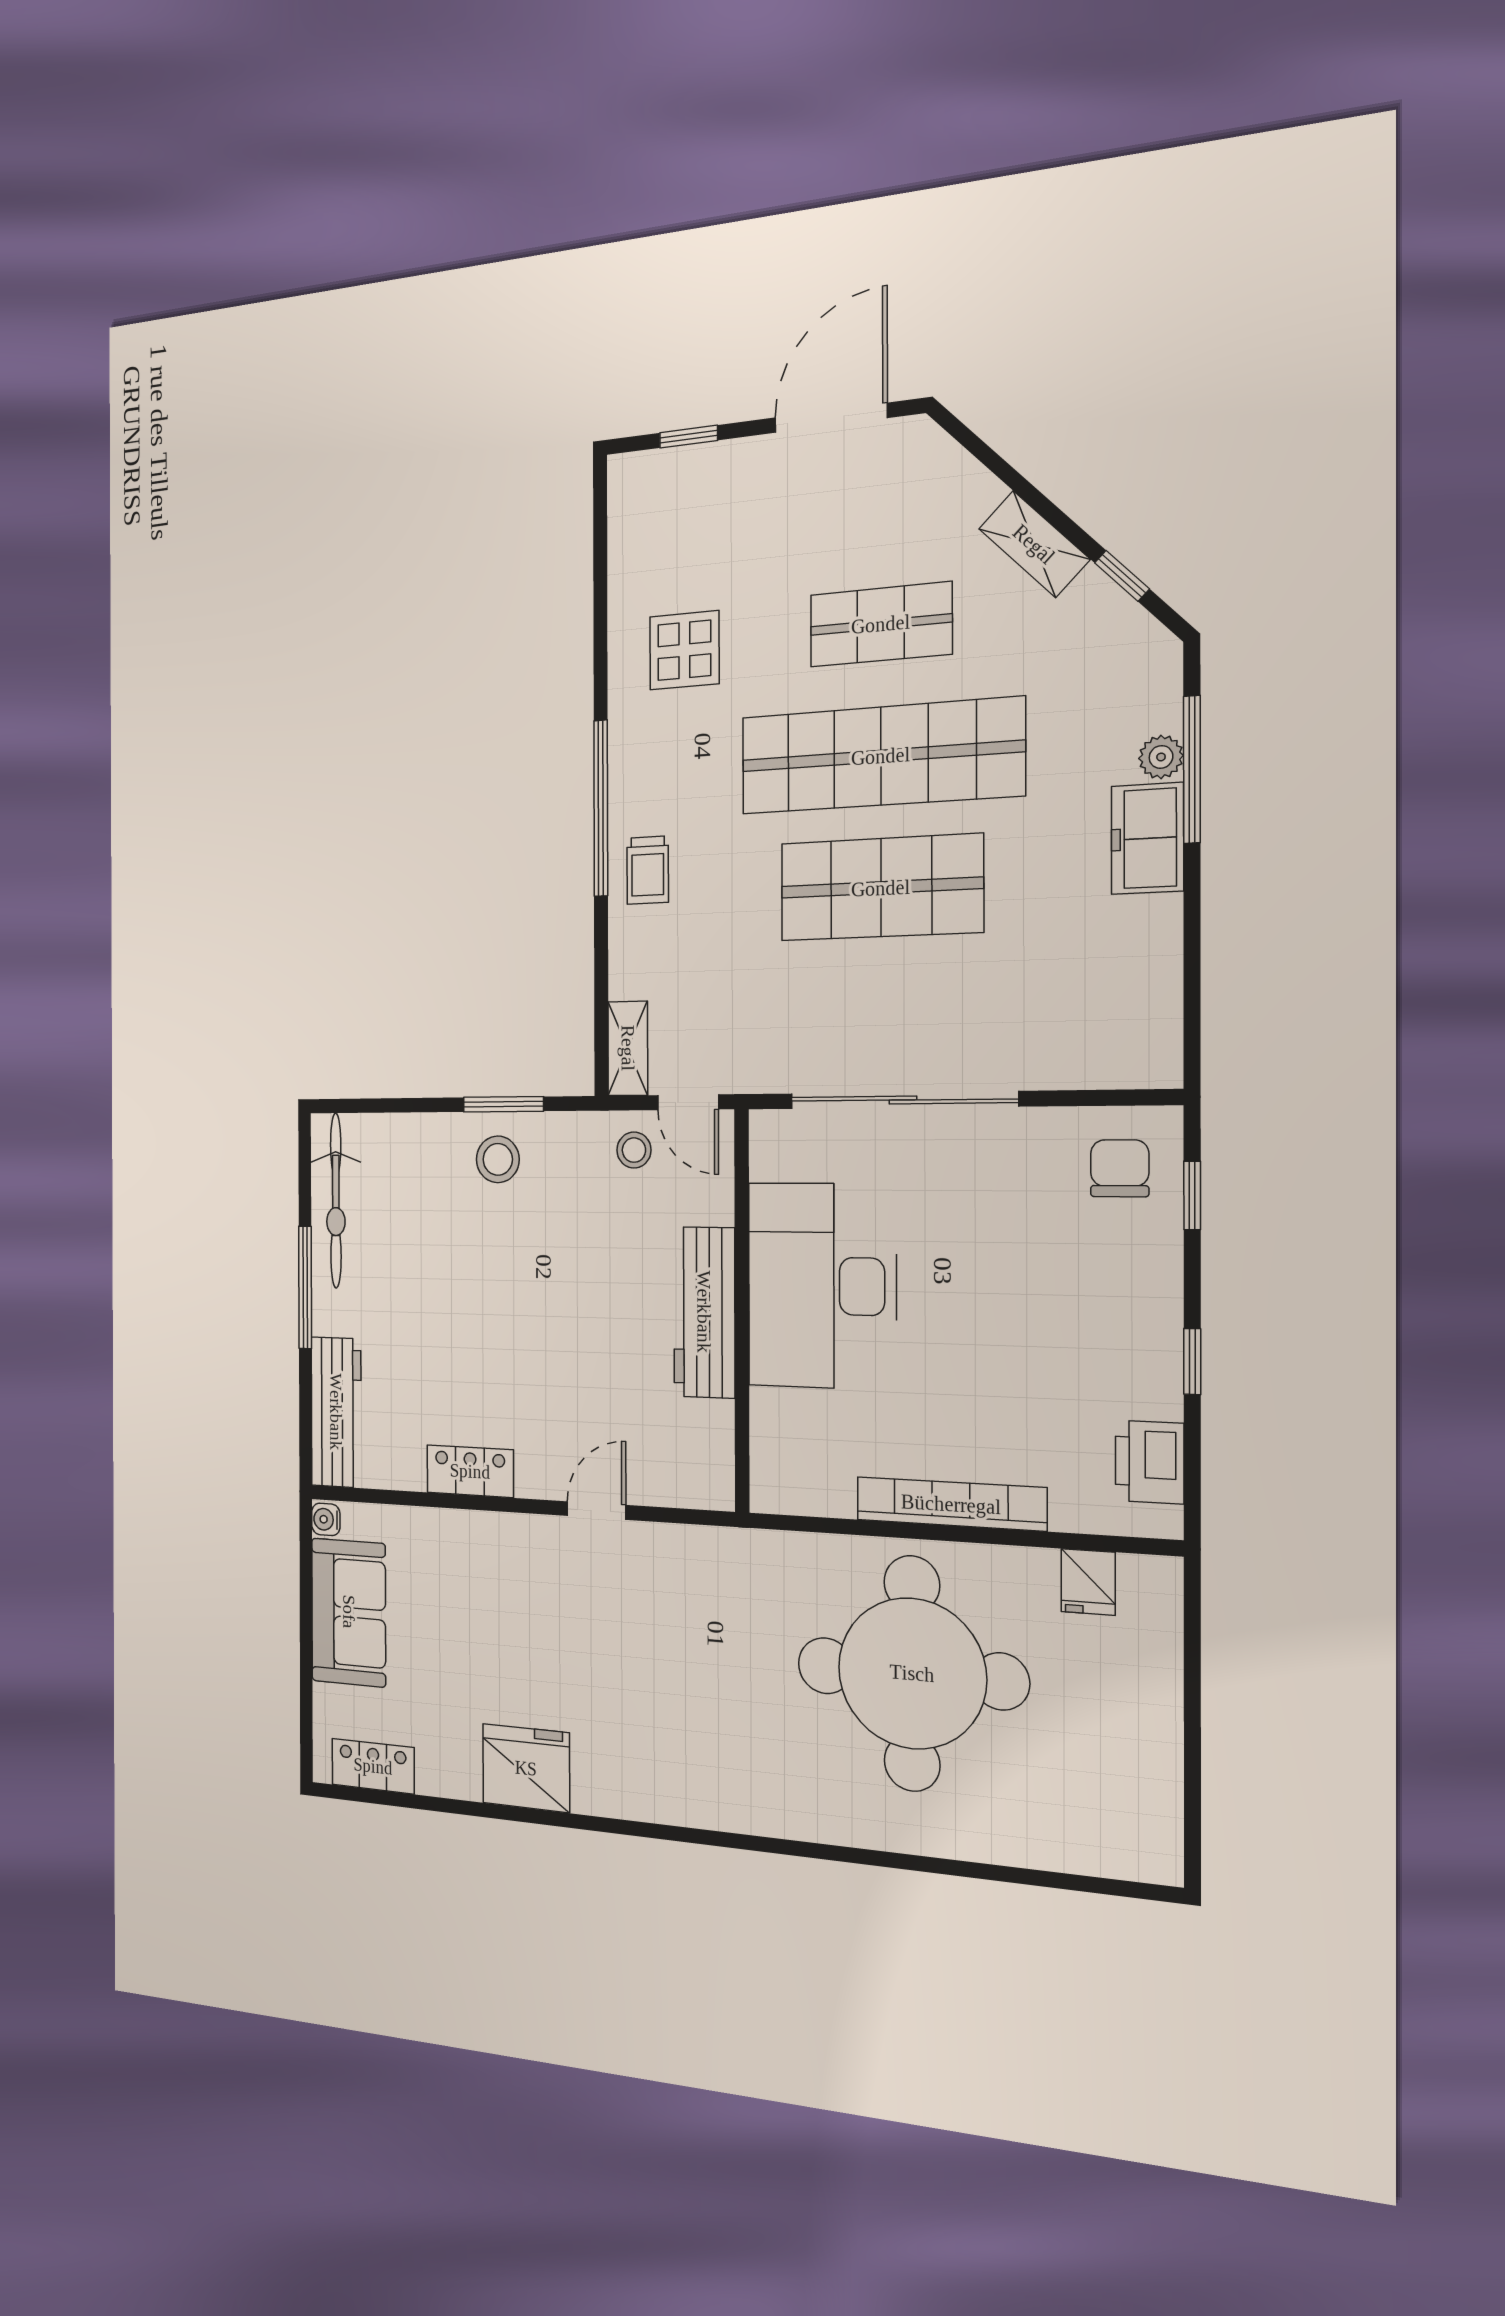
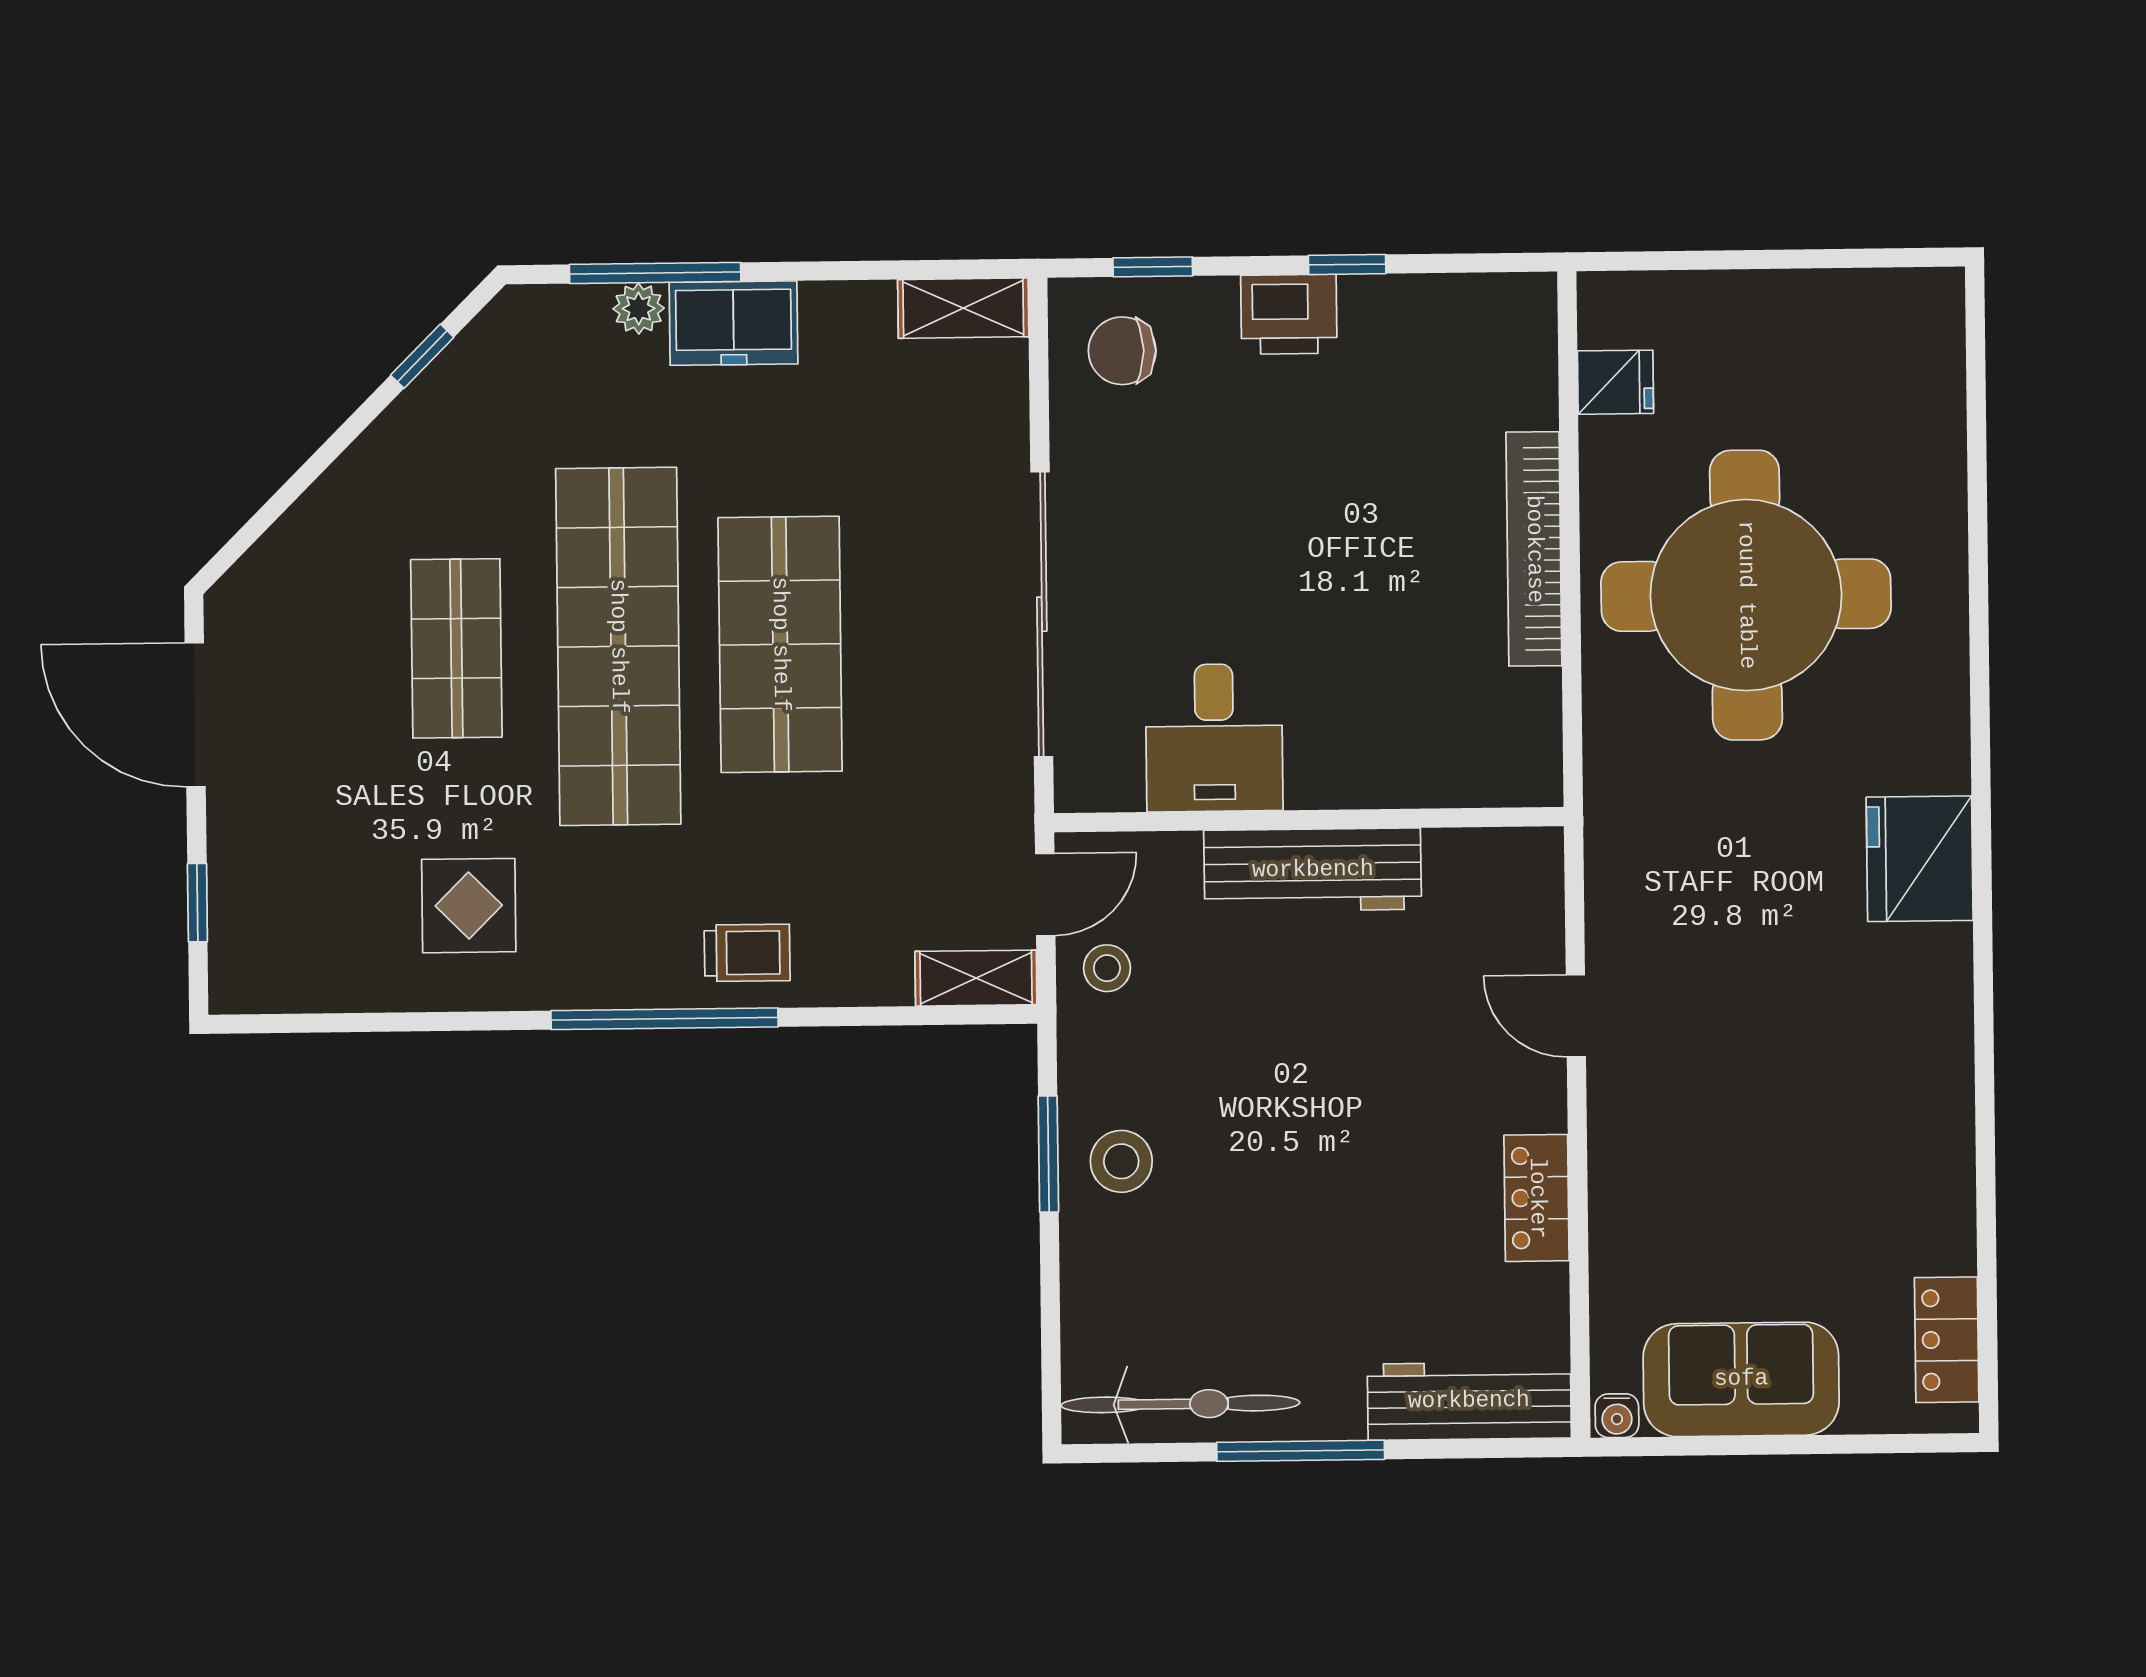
shelving: (1034, 544) -> (963, 308), moved, turned 45
desk: (822, 1286) -> (1214, 738), width x0.53, depth x0.77
printer: (1150, 1462) -> (1289, 314), moved
fridge: (526, 1768) -> (1920, 859), moved

